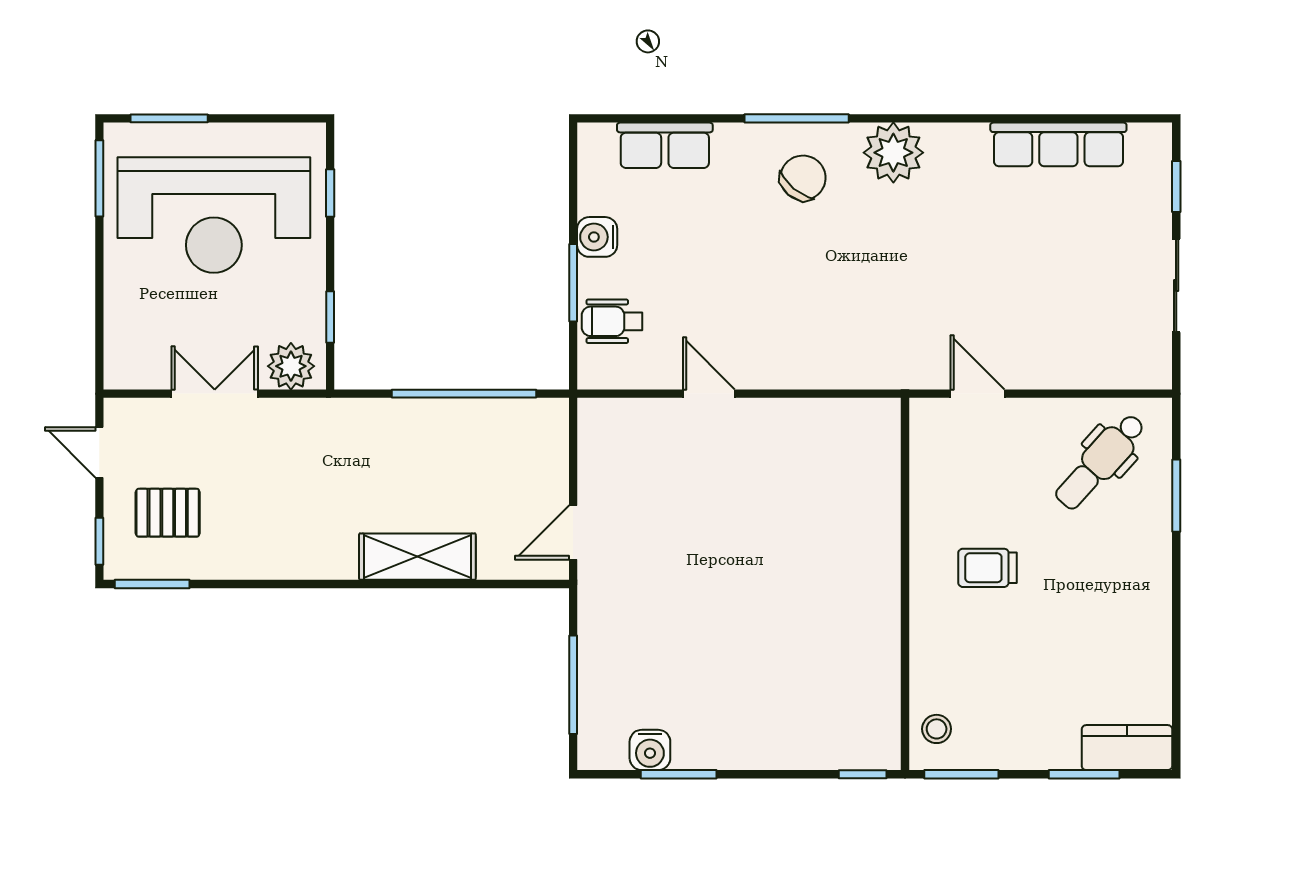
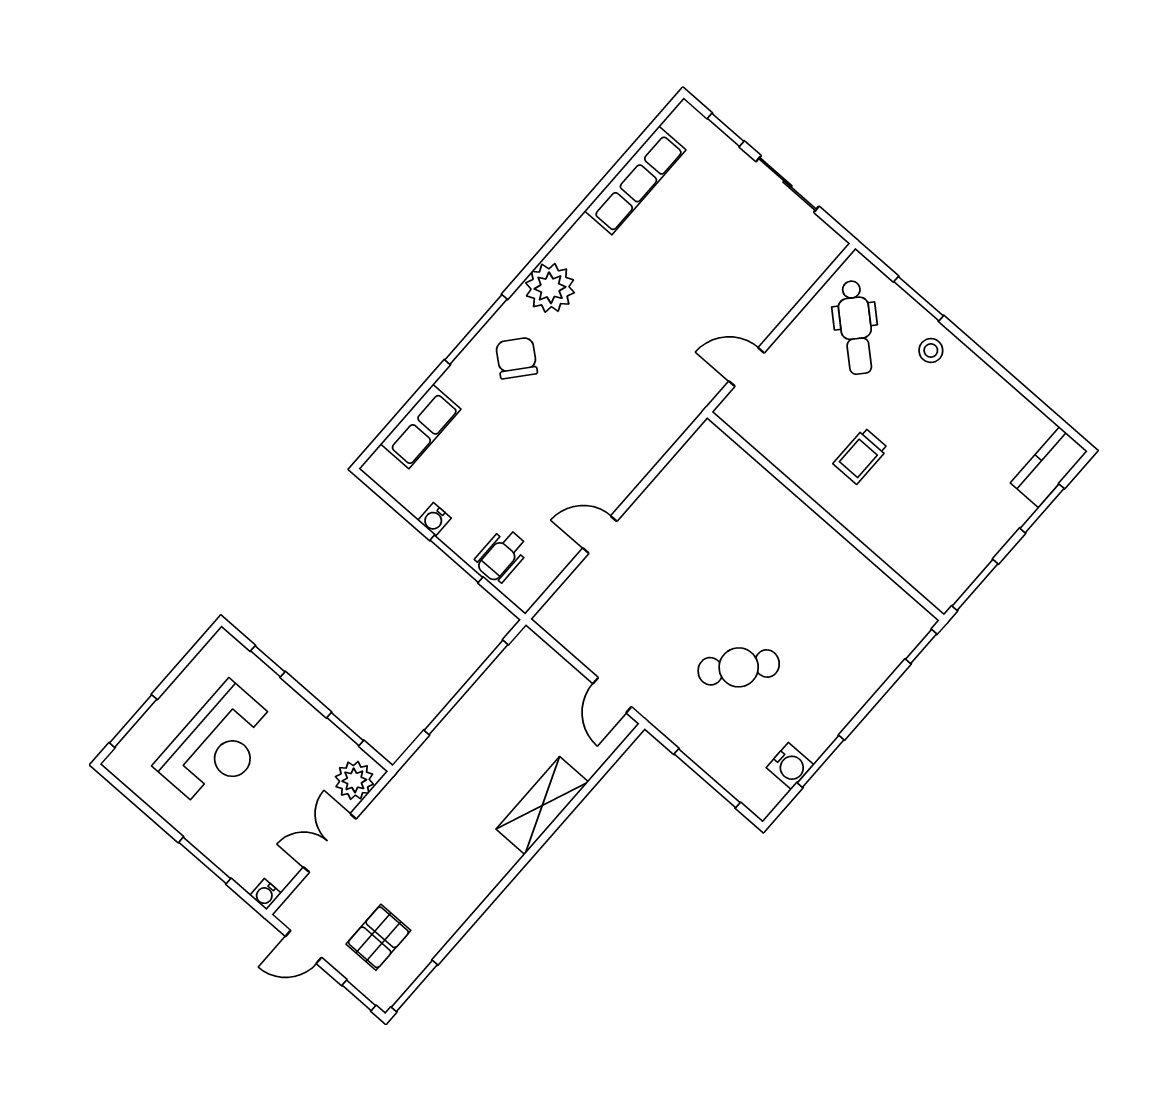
window: (99, 178) -> (205, 860), moved
reception desk: (214, 215) -> (218, 746), width x0.74, depth x0.77
water cooler: (597, 237) -> (434, 519), width x0.72, depth x0.72
water cooler: (117, 376) -> (265, 894), added
cafe table: (699, 625) -> (739, 667), added
stool: (937, 729) -> (931, 350), moved

